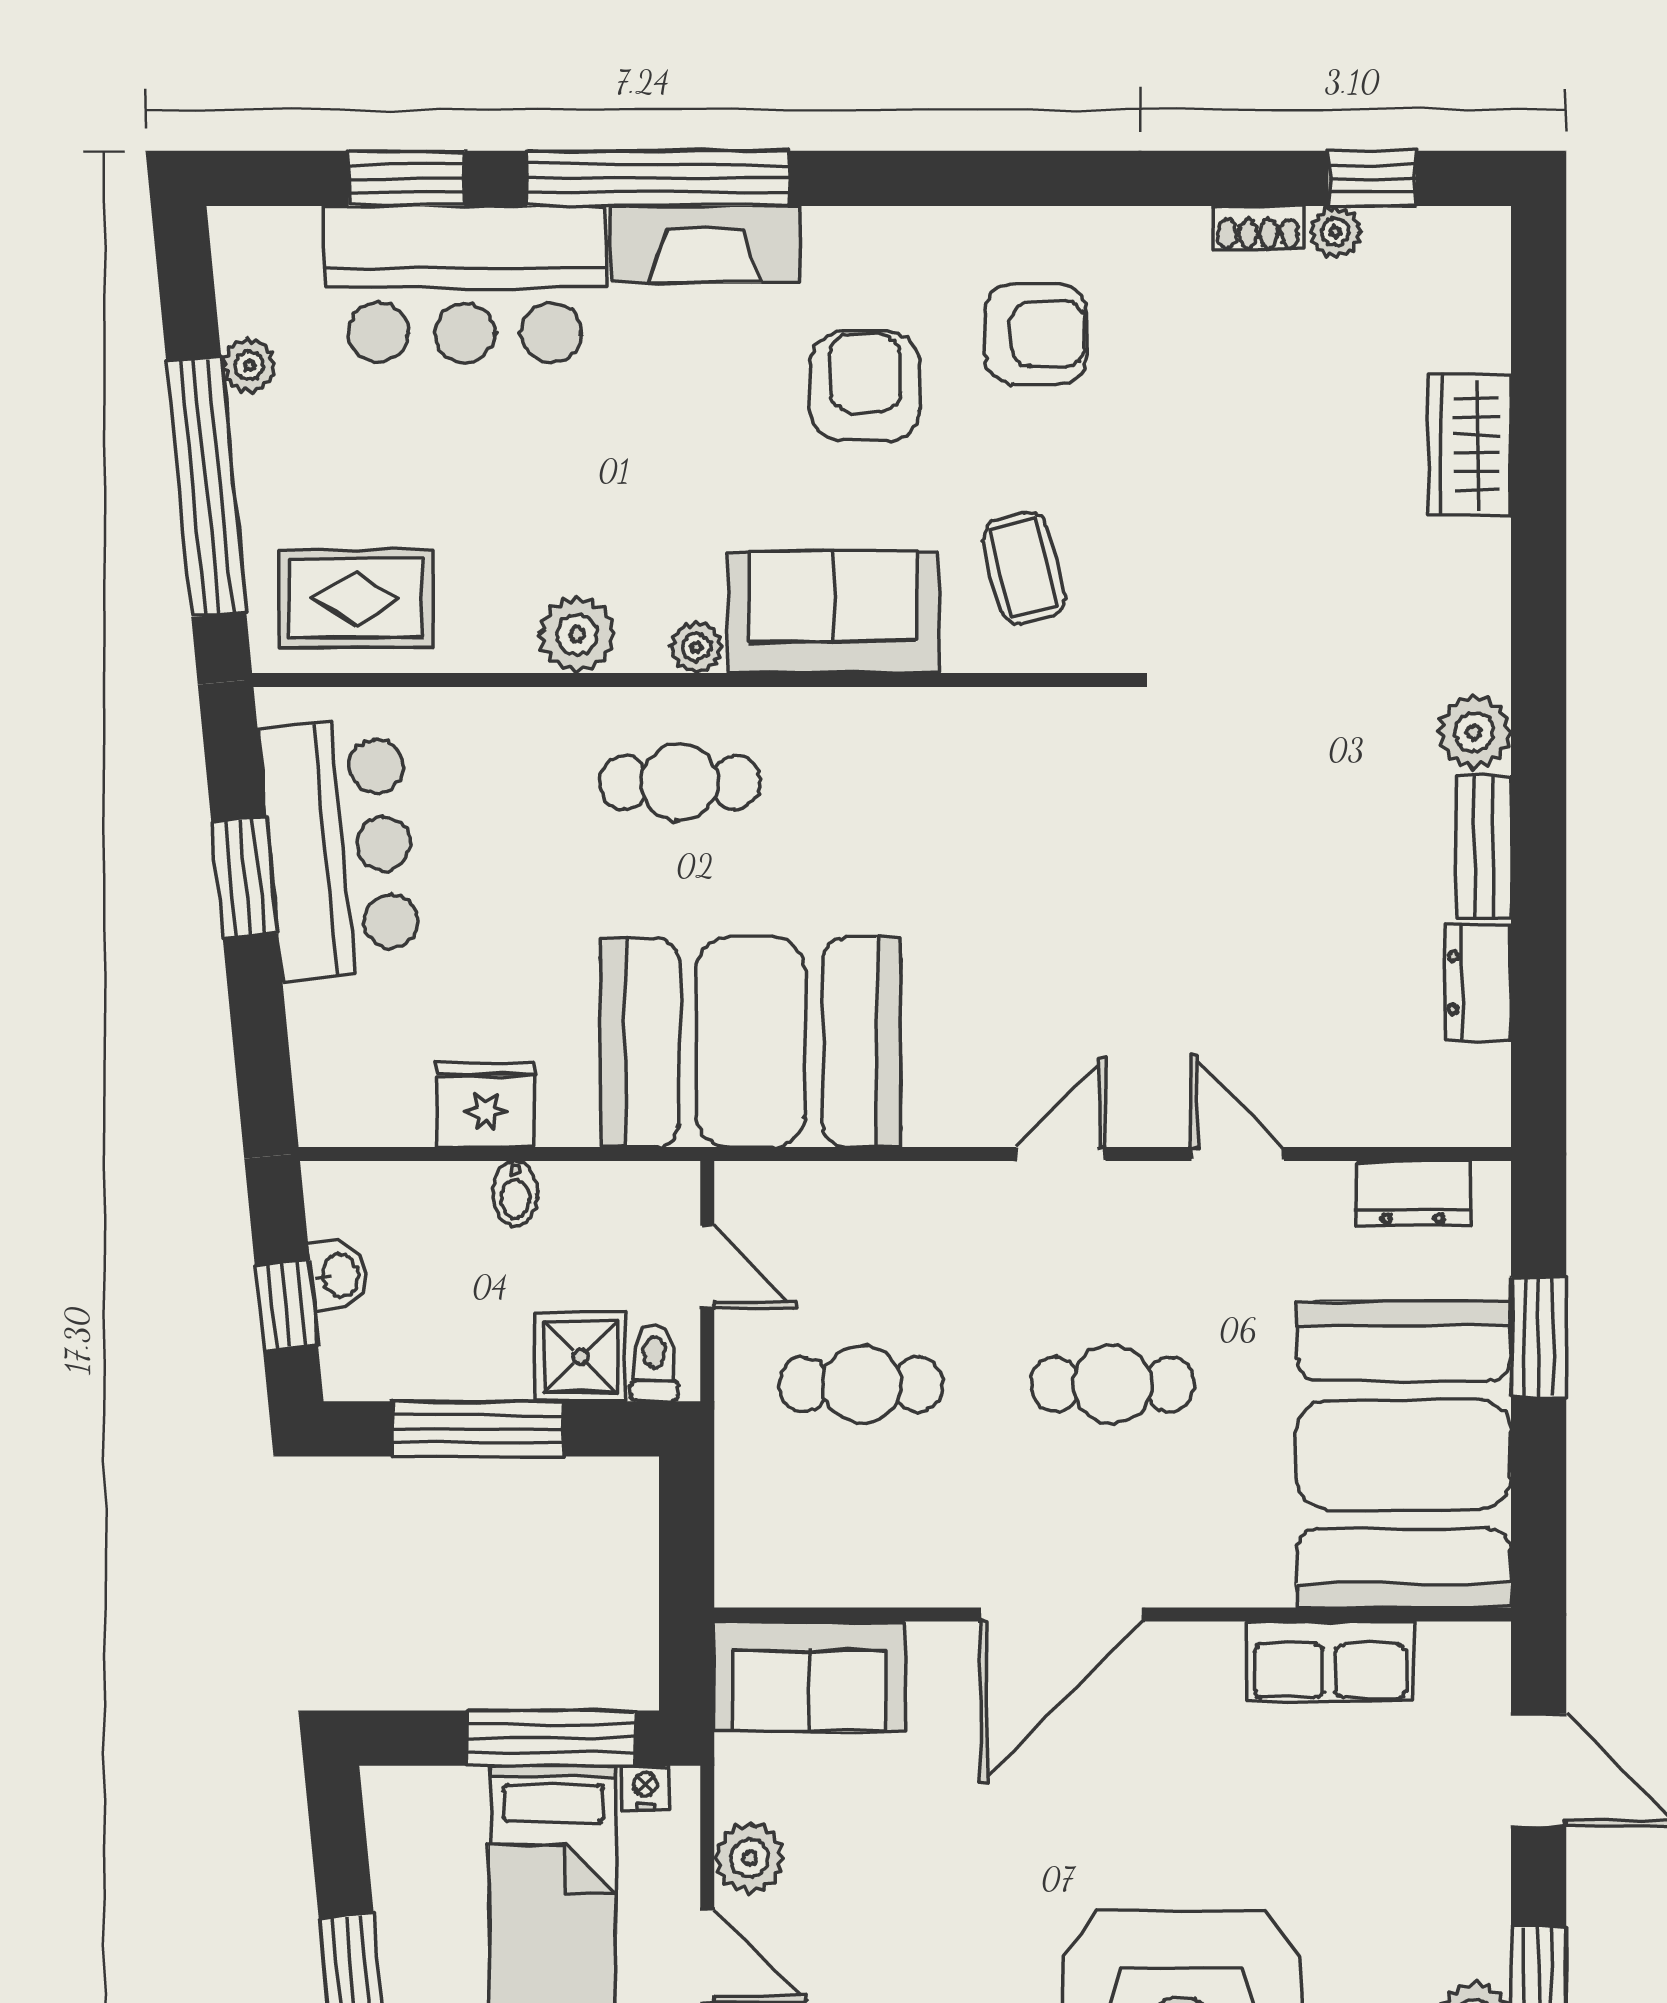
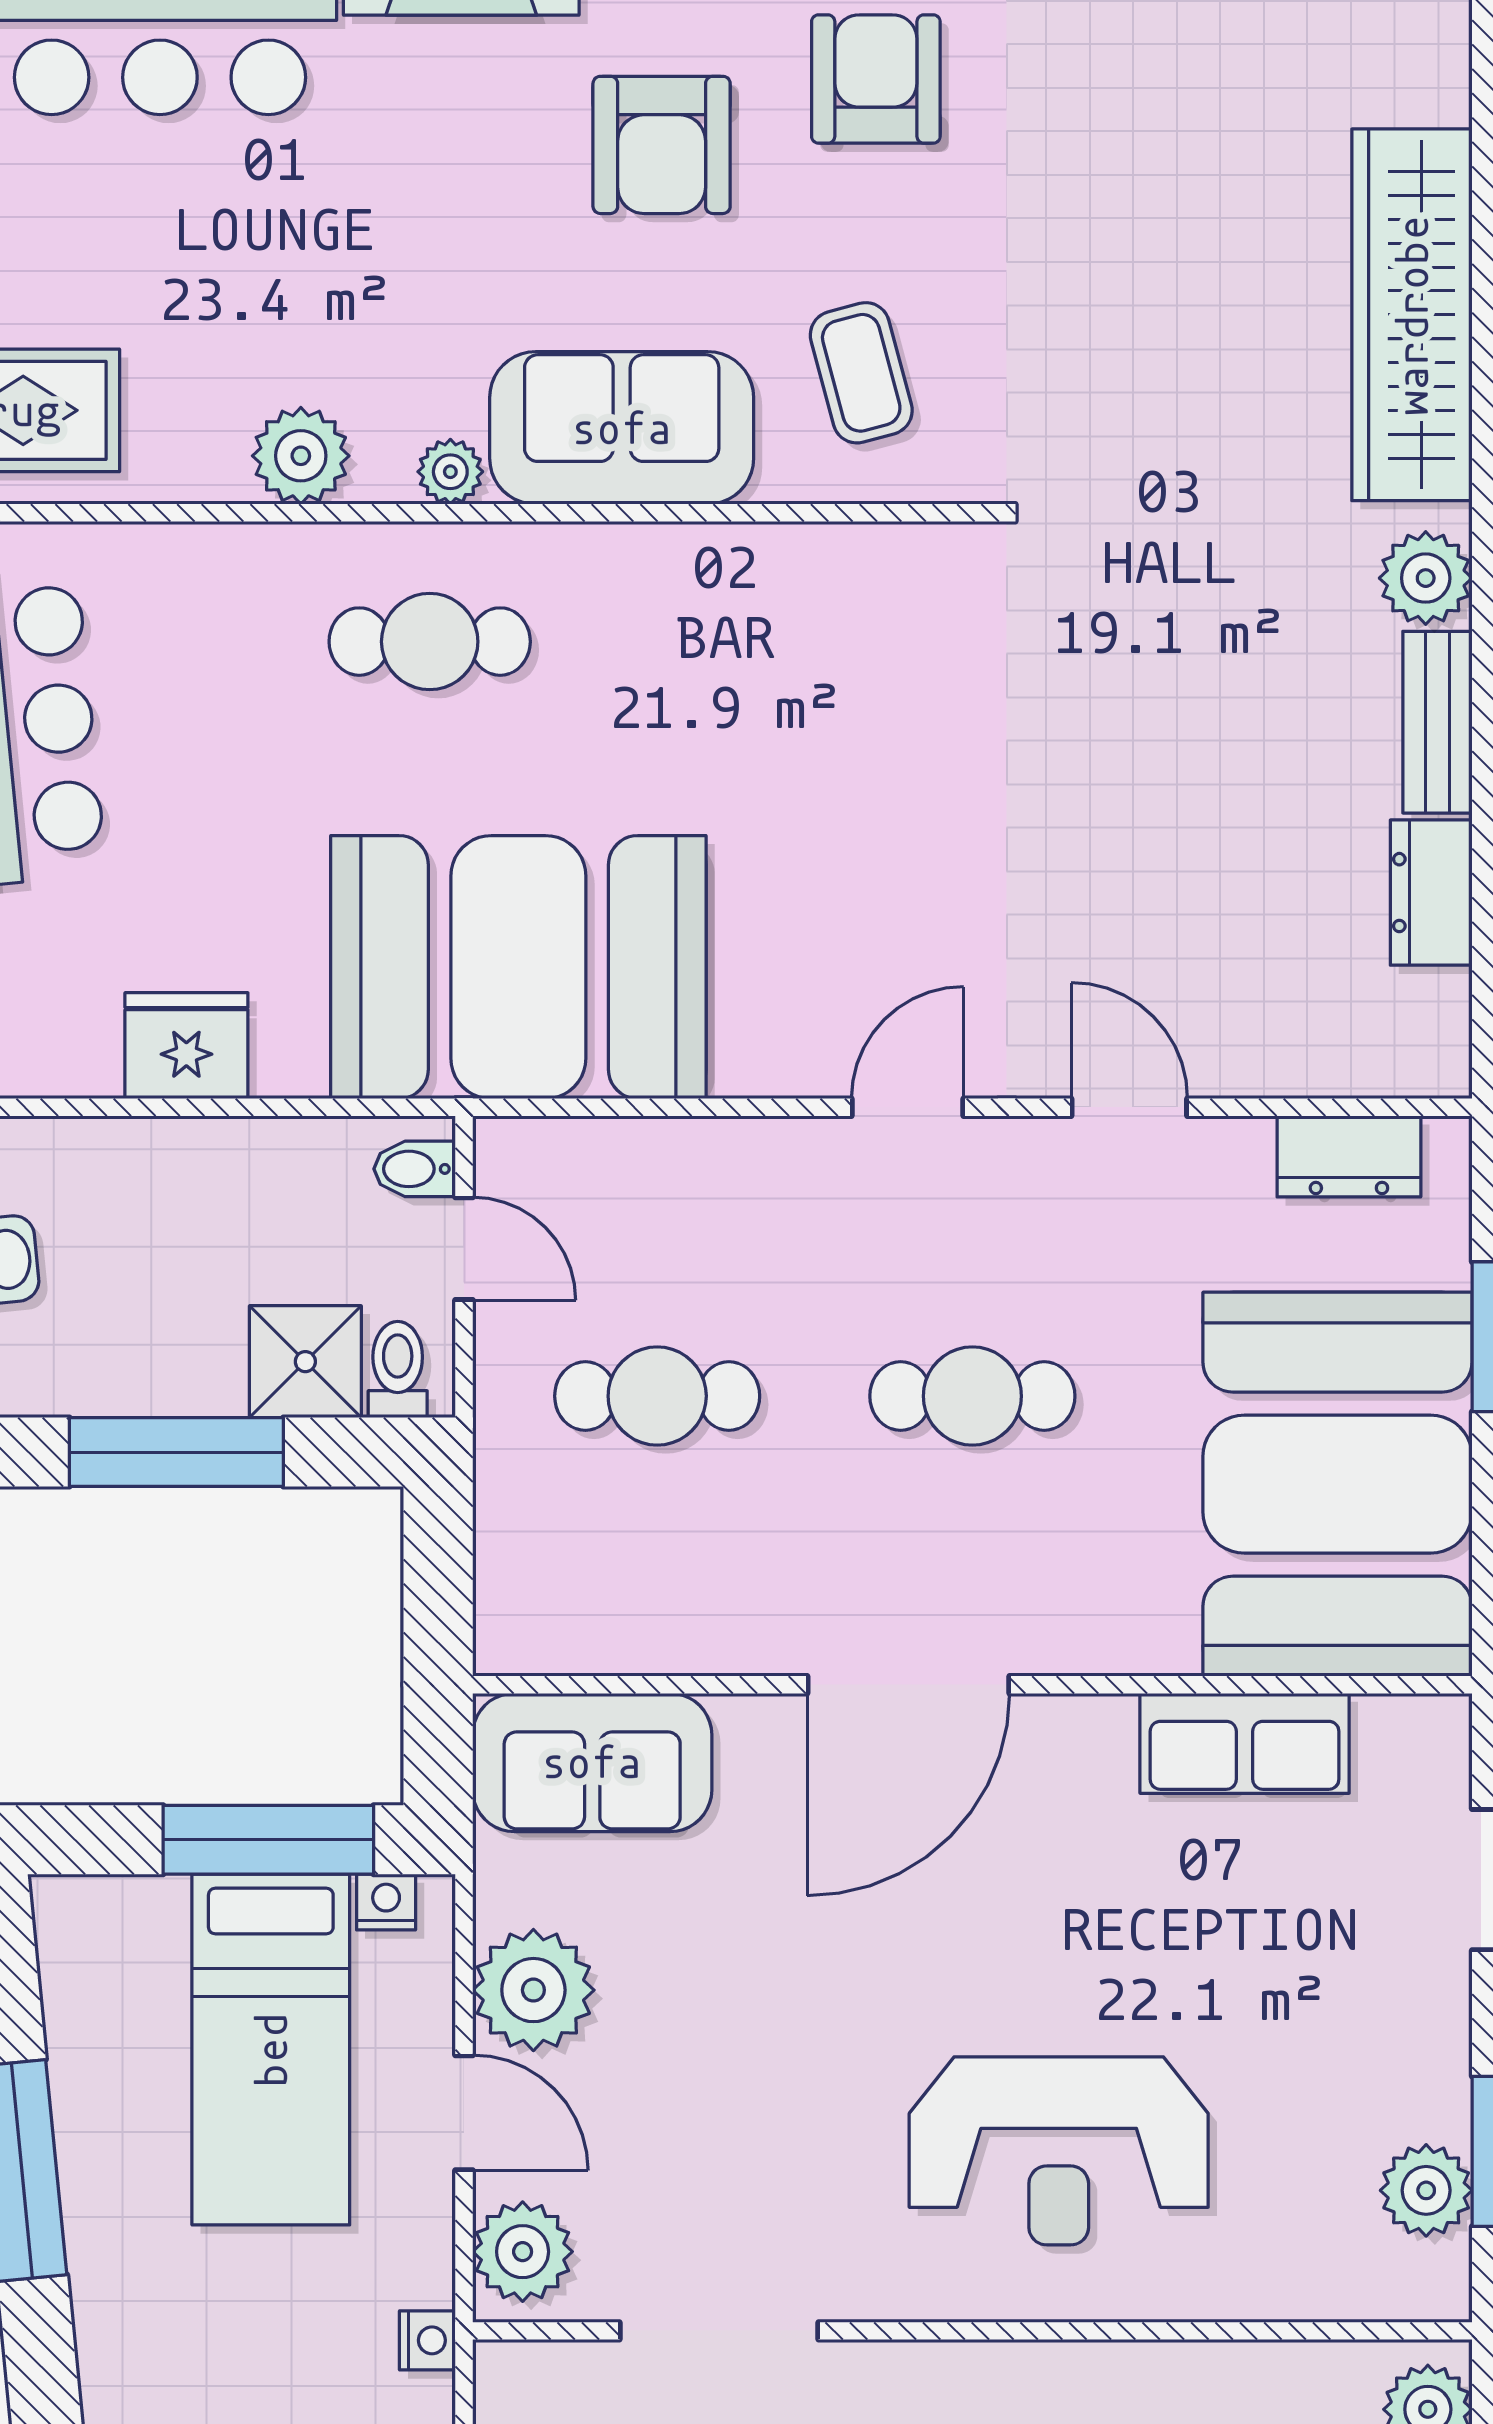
armchair: (1036, 334) -> (876, 79), turned -90
armchair: (865, 387) -> (662, 145), turned 180
wardrobe: (1470, 444) -> (1412, 315), width x2.10, depth x1.17
bidet: (515, 1193) -> (415, 1169), moved, turned 90
plant: (750, 1858) -> (533, 1990), width x1.36, depth x1.36

